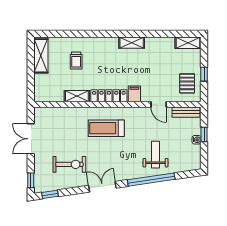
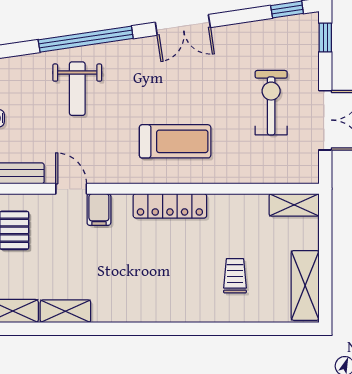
shelving: (132, 43) -> (65, 311), moved
filing cabinet: (134, 94) -> (99, 210), moved
shelving: (77, 96) -> (294, 205), moved
exercise bike: (69, 164) -> (271, 103), moved, turned 90

